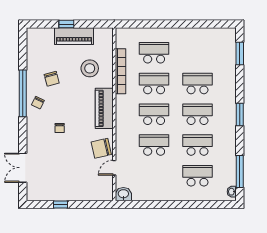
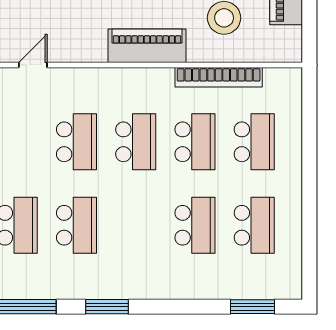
school desk: (197, 114) -> (254, 225), moved
window: (240, 114) -> (107, 307), moved
chair: (101, 148) -> (70, 40), removed
door: (114, 168) -> (33, 65), hinge flipped

